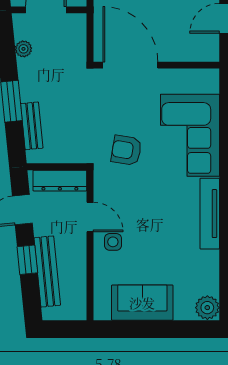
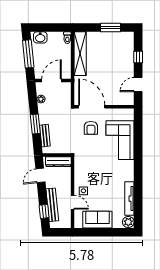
armchair: (126, 150) -> (91, 128), moved, turned -99
tv unit: (210, 214) -> (129, 199), moved
door: (90, 217) -> (73, 202), moved
window: (27, 260) -> (44, 211), moved

